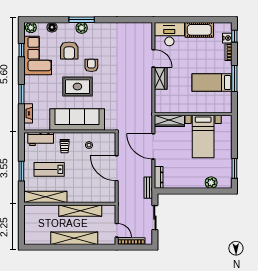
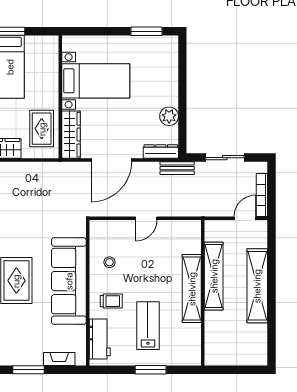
rug: (173, 102) -> (42, 129), added
door: (117, 168) -> (146, 218), width x0.53
lab bench: (49, 169) -> (148, 326), turned 180
plant: (211, 183) -> (169, 116), moved
shelving: (45, 197) -> (192, 289), moved

